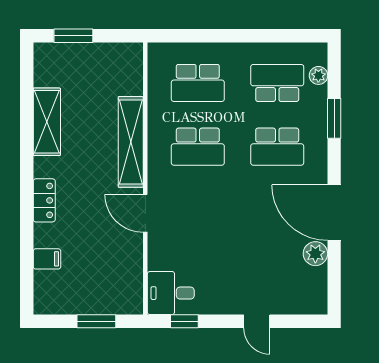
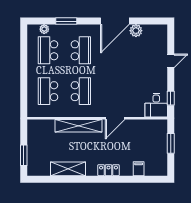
school desk: (198, 83) -> (48, 91), turned 180

